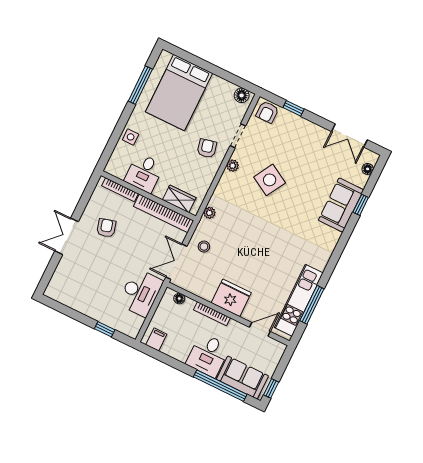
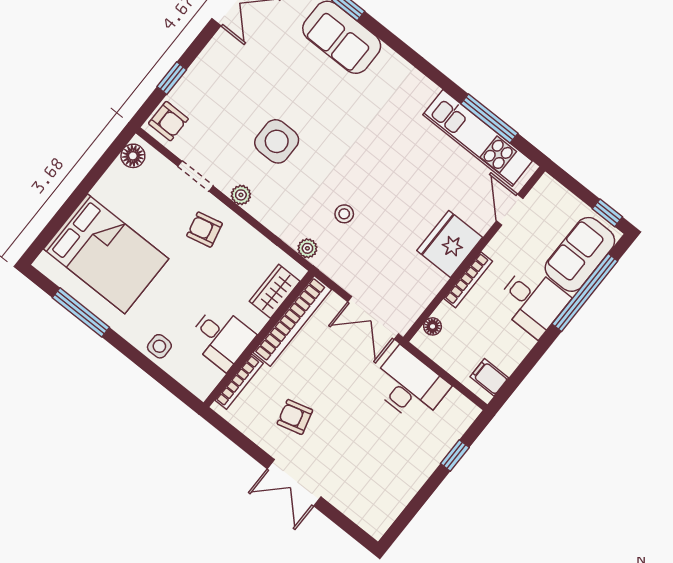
side table: (270, 180) -> (277, 141), turned -30
stool: (204, 247) -> (344, 214), moved

